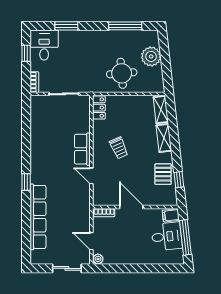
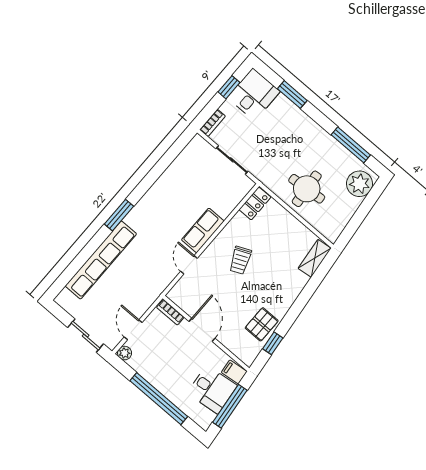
plant: (151, 56) -> (359, 184), moved
shelving: (164, 138) -> (293, 289), removed
window: (26, 182) -> (119, 215), width x1.50
window: (140, 268) -> (159, 399), added

